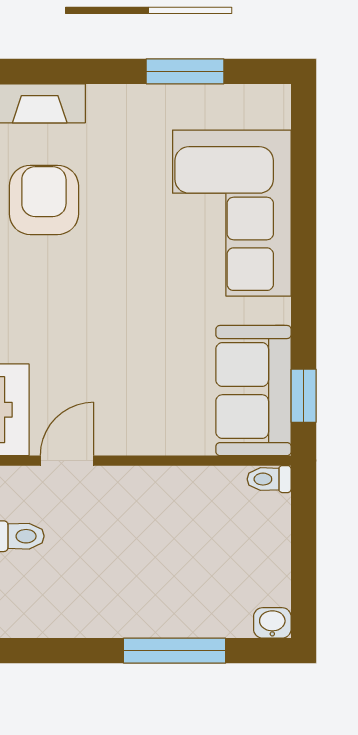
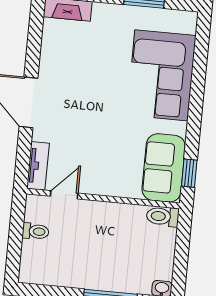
armchair: (44, 200) -> (65, 59), removed
toilet: (269, 479) -> (163, 216), width x1.37, depth x1.39

